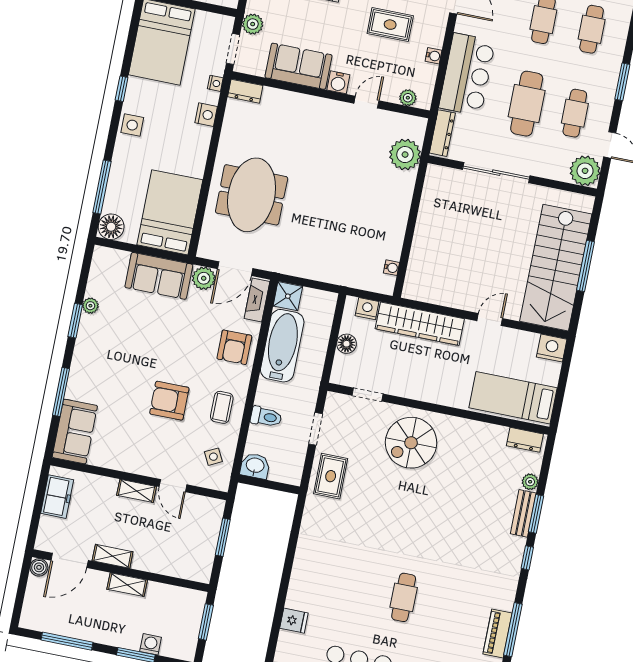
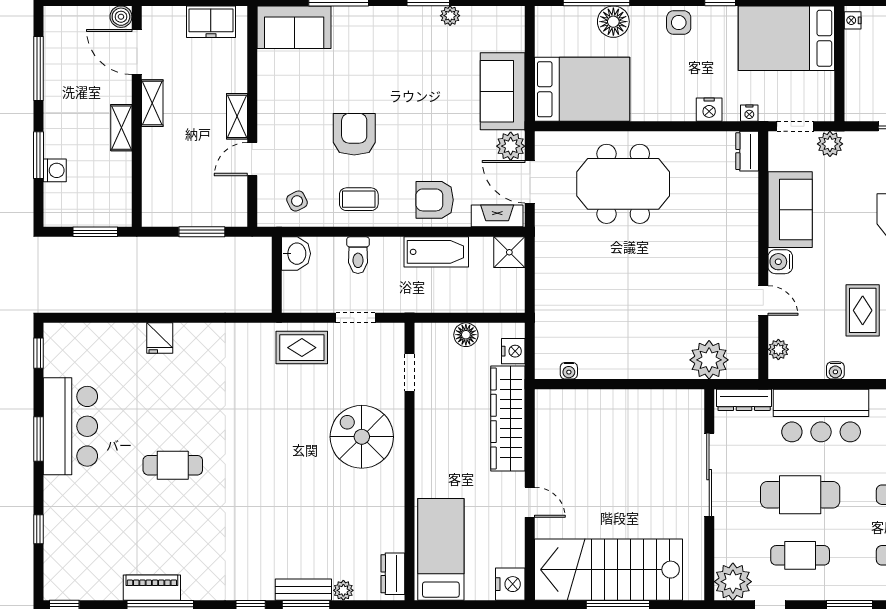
floor lamp: (111, 227) -> (613, 22), moved
bathtub: (282, 346) -> (436, 252), width x0.73, depth x0.73
fridge: (294, 621) -> (160, 338), moved

